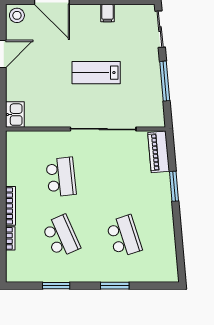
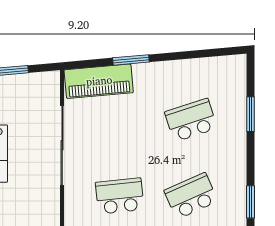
piano: (159, 152) -> (99, 81), width x1.37, depth x1.33
window: (115, 286) -> (250, 114), moved

